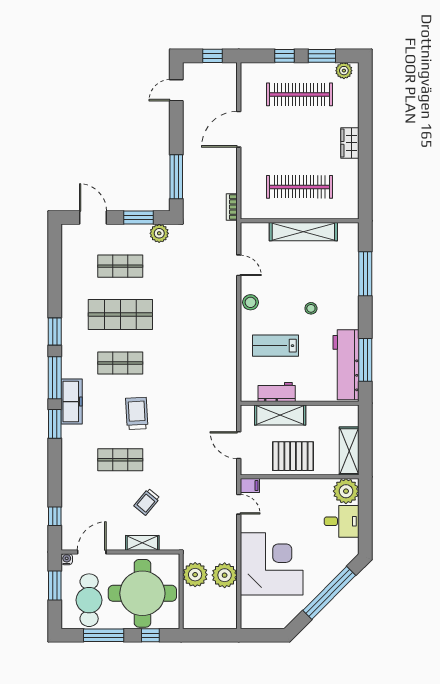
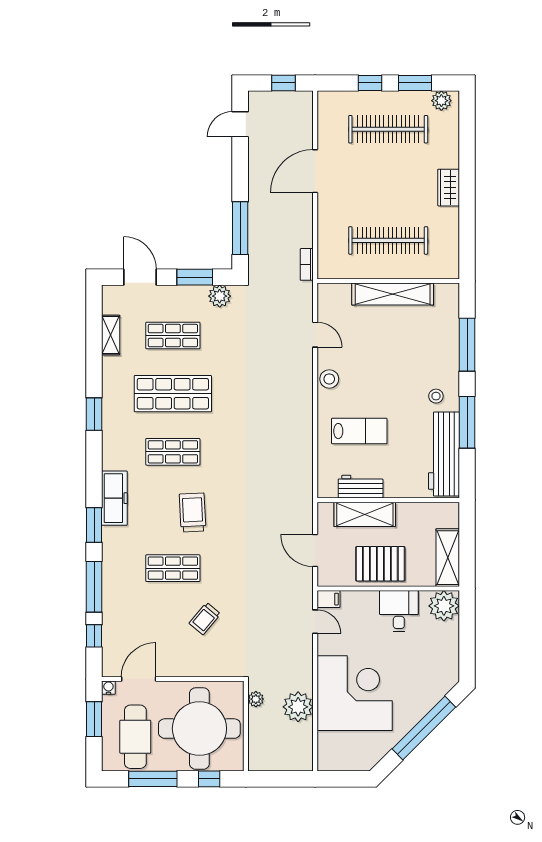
stool: (311, 308) -> (436, 396), moved
lab bench: (275, 346) -> (359, 431), turned 180
window: (365, 360) -> (467, 422), moved
window: (55, 378) -> (94, 587), moved
desk: (342, 521) -> (399, 611), moved, turned -90
shelving: (142, 543) -> (111, 335), moved, turned 90
plant: (195, 575) -> (256, 699), width x0.53, depth x0.53

